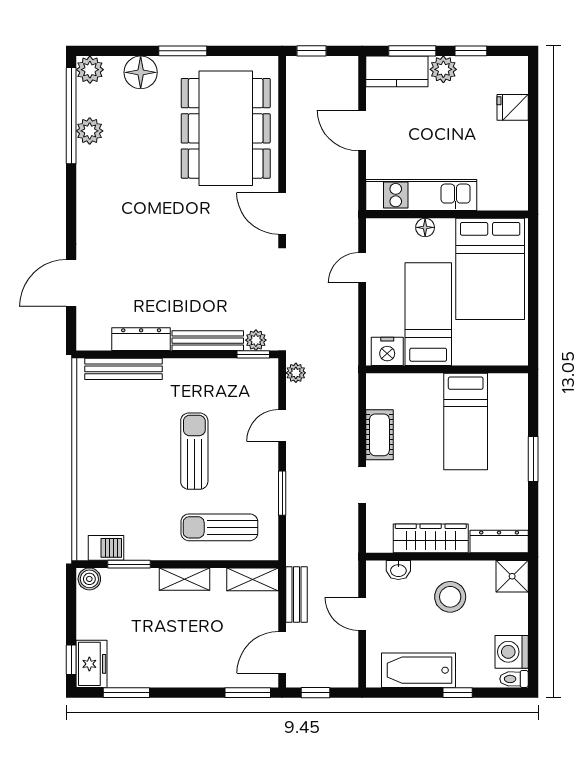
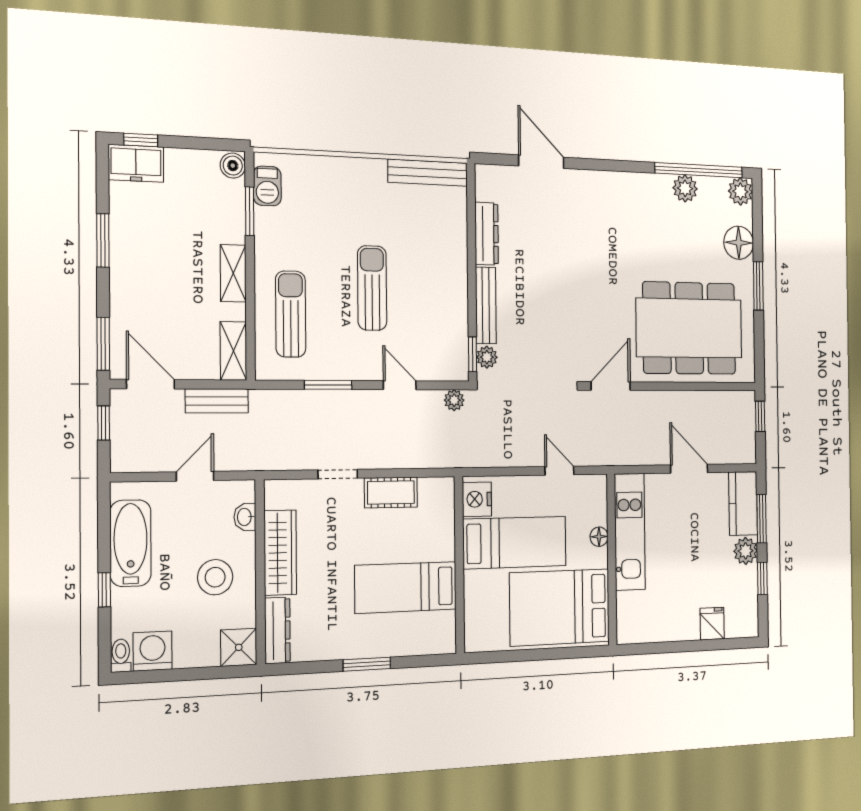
door: (362, 130) -> (689, 469), hinge flipped
bench: (124, 369) -> (428, 173), moved, turned 90
sun lounger: (194, 451) -> (372, 288), turned -90
window: (126, 693) -> (103, 240), moved

